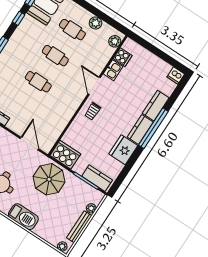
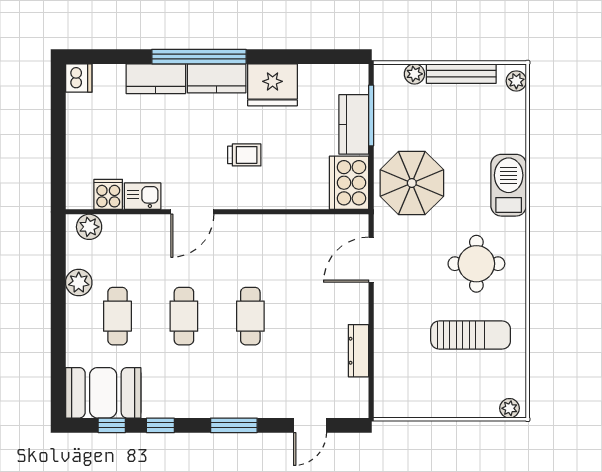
trolley: (93, 111) -> (244, 155), moved
kitchen counter: (97, 178) -> (354, 124), moved

